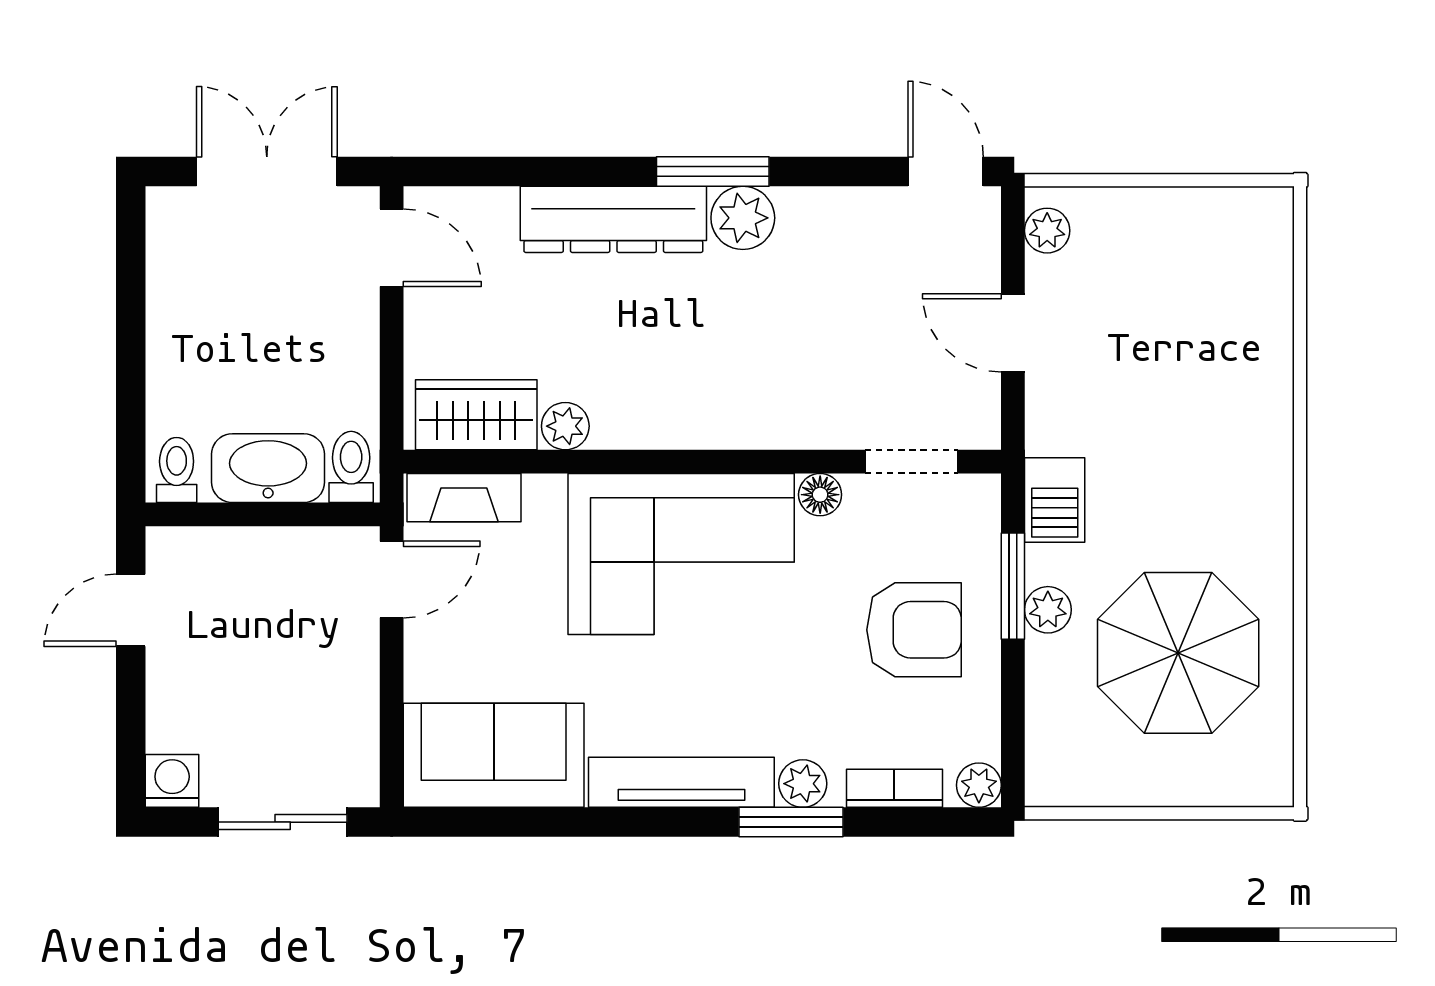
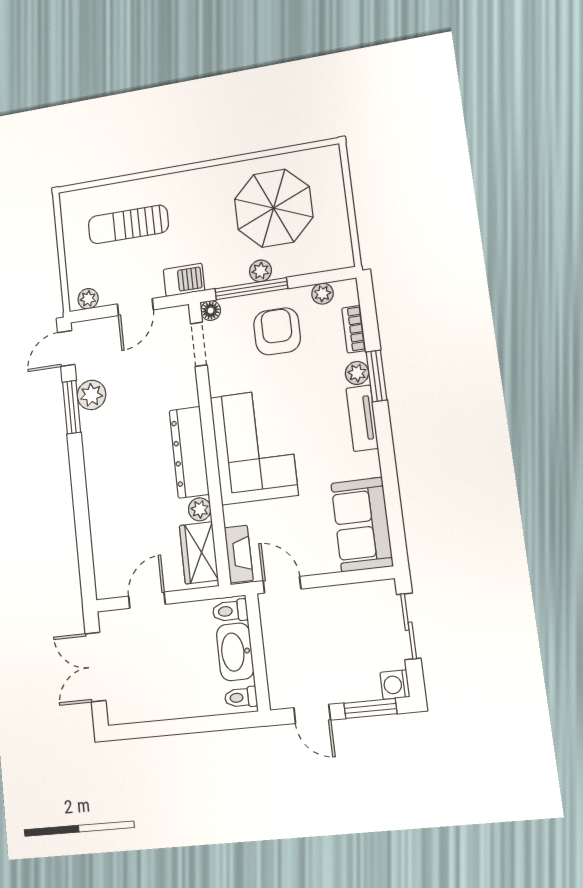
window: (713, 172) -> (72, 407), moved
plant: (743, 218) -> (91, 395), moved
dresser: (613, 219) -> (189, 452), moved, turned 180
door: (392, 248) -> (147, 600), moved
sun lounger: (1196, 336) -> (128, 224), added
floor lamp: (820, 495) -> (211, 311), moved
barbecue: (1055, 500) -> (184, 280), moved
window: (1013, 586) -> (251, 289), width x1.44
window: (131, 727) -> (370, 708), added
tv unit: (681, 782) -> (362, 418), width x0.71
plant: (979, 785) -> (323, 294), moved

